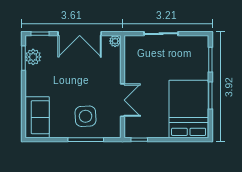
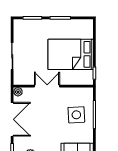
double door: (123, 100) -> (47, 86), moved
bed: (189, 109) -> (71, 54), moved

